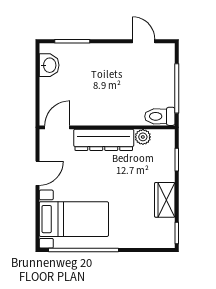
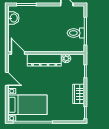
toilet: (160, 116) -> (76, 33), moved
door: (57, 127) -> (18, 53), hinge flipped
door: (38, 173) -> (7, 79), hinge flipped

